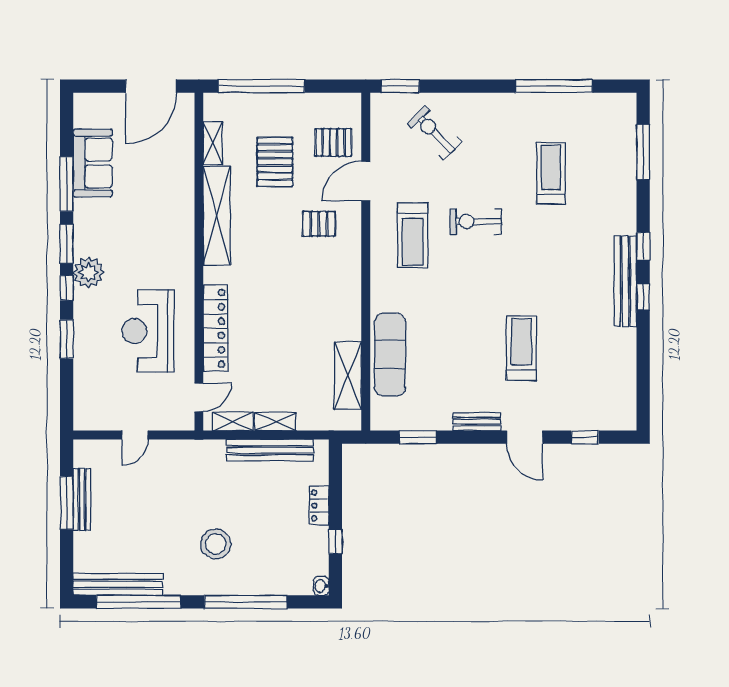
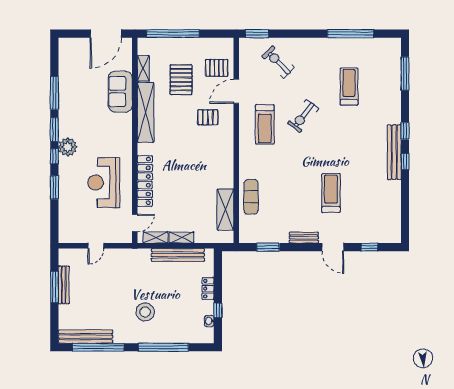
sofa: (93, 163) -> (120, 92), moved, turned 180
exercise bike: (476, 221) -> (303, 116), turned -52
exercise mat: (390, 355) -> (251, 197), width x0.73, depth x0.69
washbasin: (321, 586) -> (209, 321), moved

